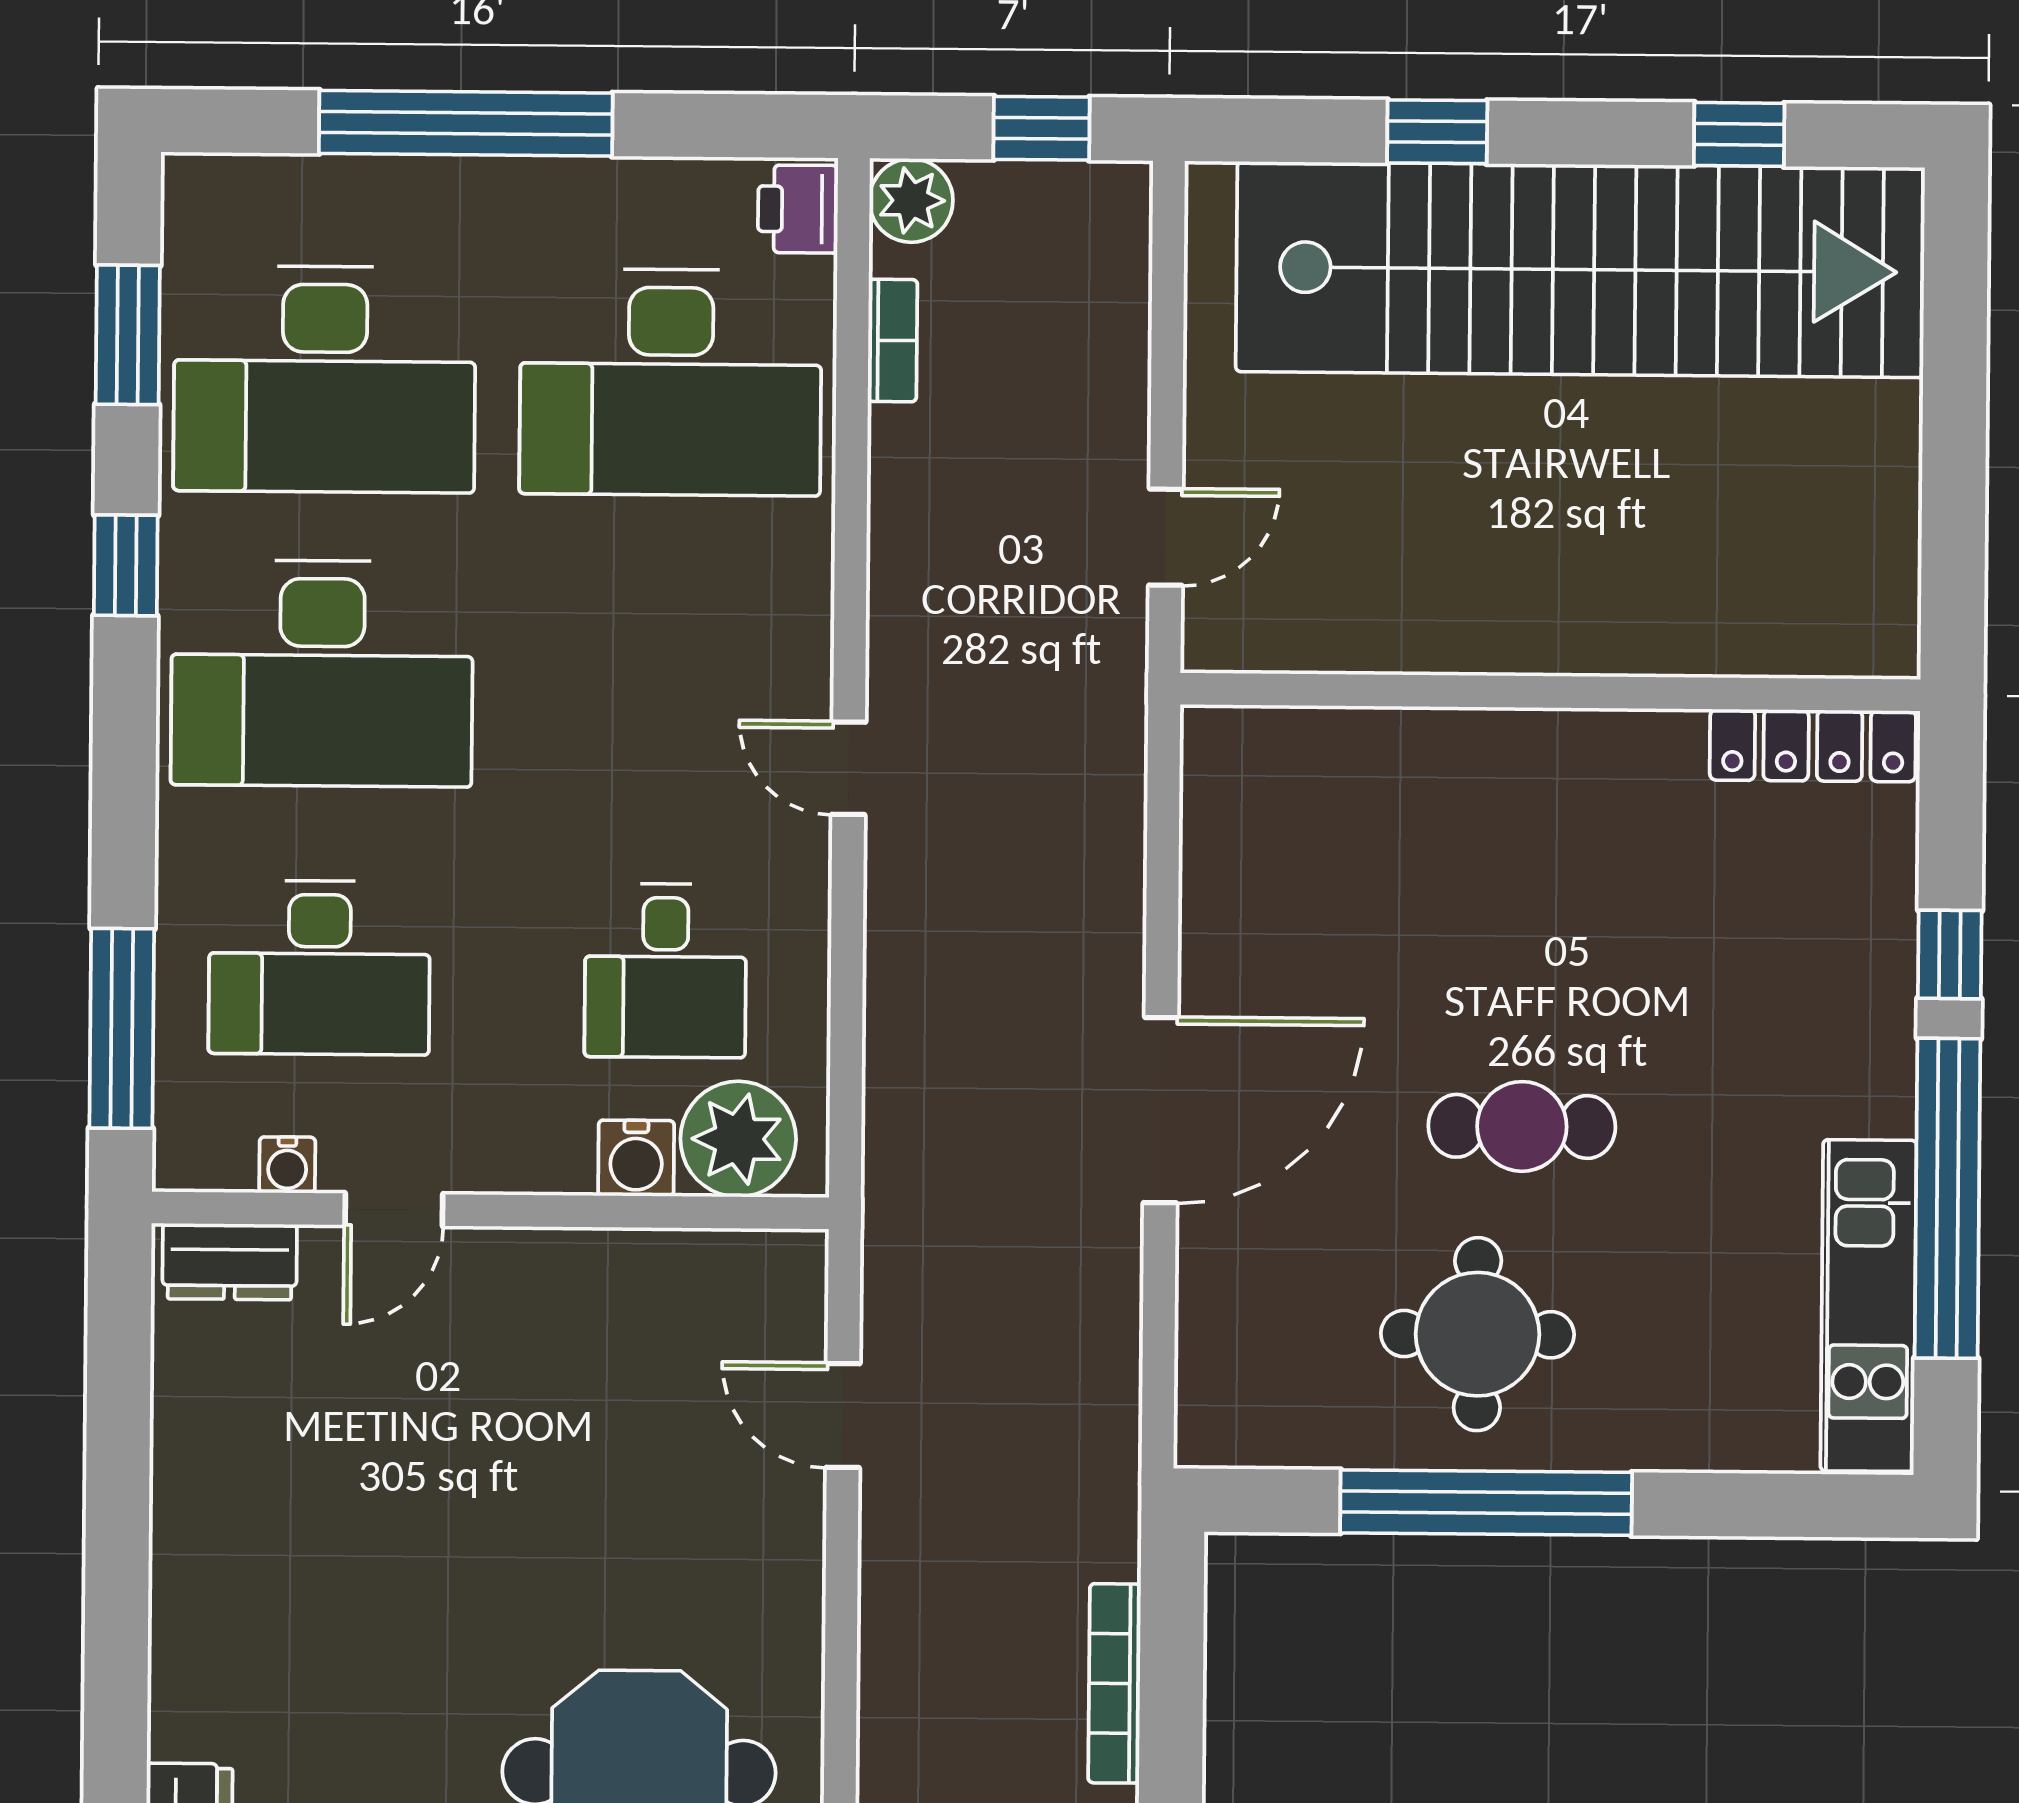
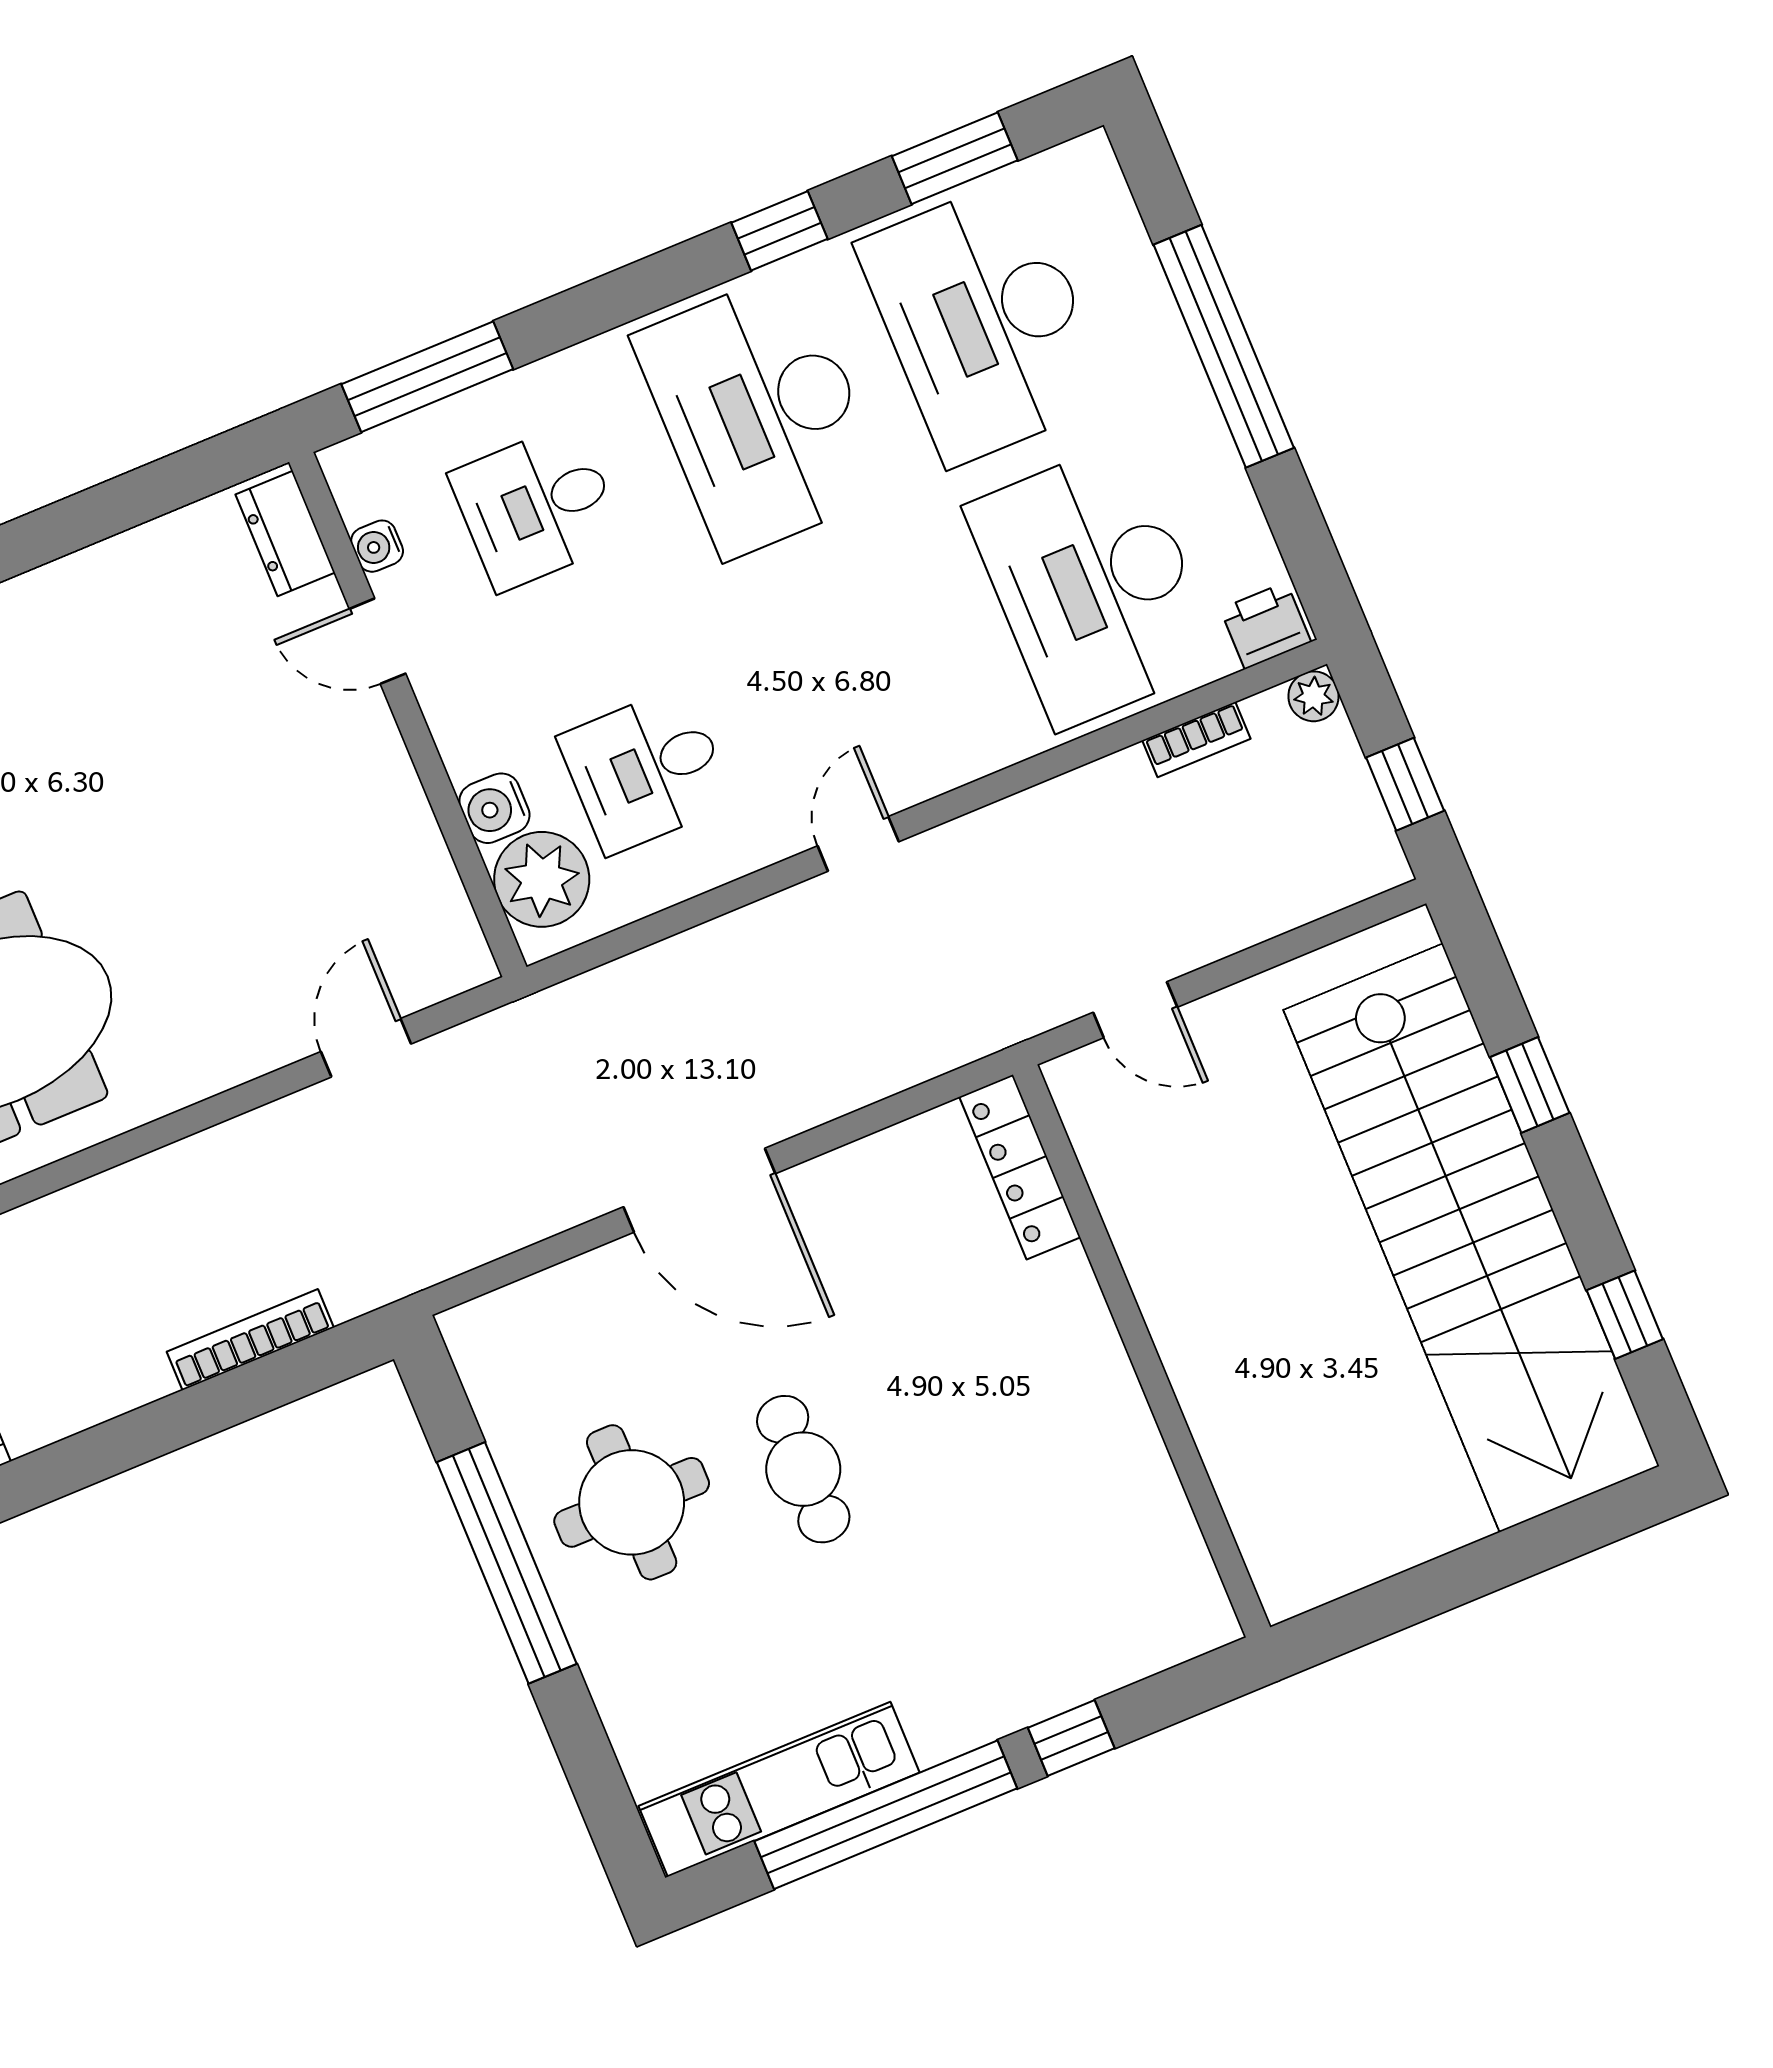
plant: (911, 200) -> (1314, 696), width x0.73, depth x0.73
locker: (1813, 745) -> (1020, 1167), moved
desk: (319, 968) -> (537, 507), width x0.73

